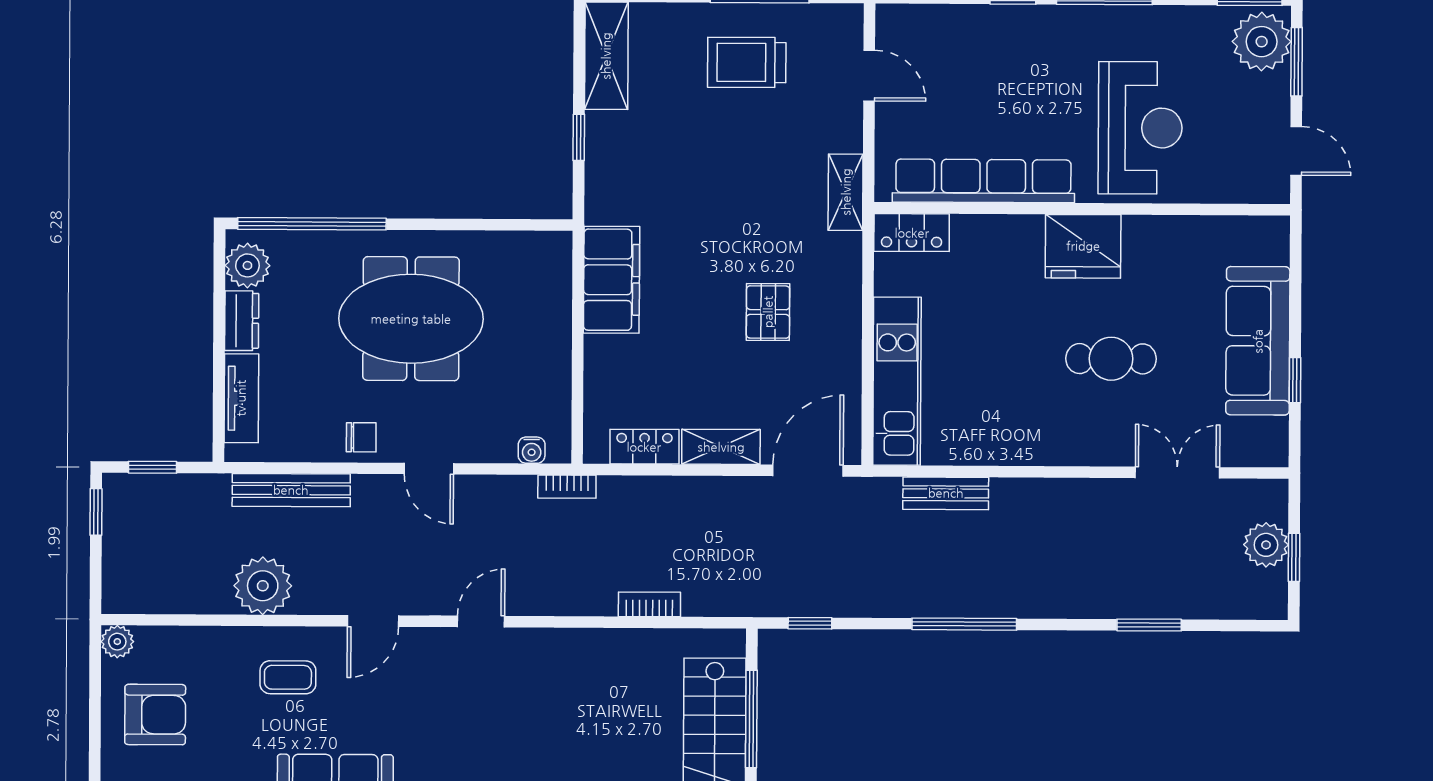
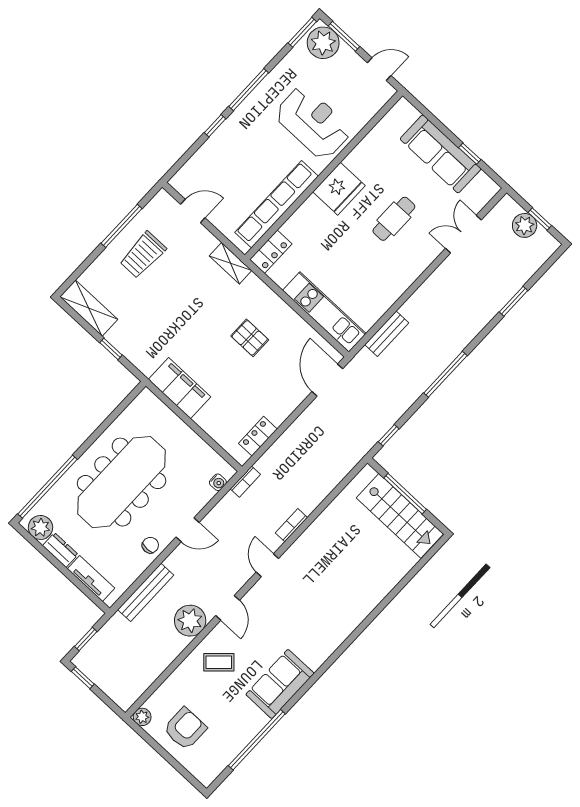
meeting table: (411, 319) -> (122, 482), width x1.36
shelving: (721, 447) -> (286, 406), removed
plant: (263, 586) -> (190, 621), moved
bookcase: (649, 604) -> (291, 525), moved
coffee table: (288, 677) -> (219, 662), turned 47

